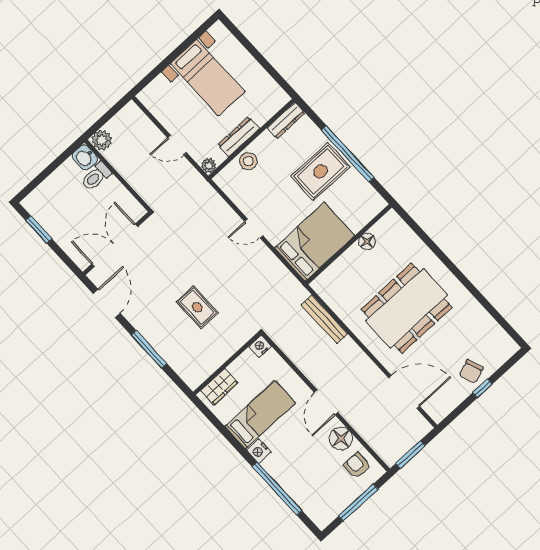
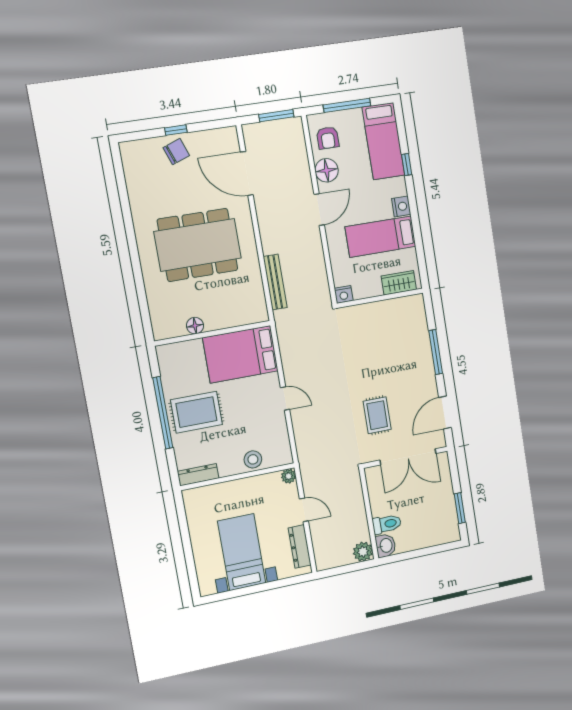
dresser: (239, 137) -> (300, 546), moved, turned 90
rug: (197, 307) -> (377, 415), moved
window: (277, 489) -> (407, 165), width x0.32
bed: (309, 494) -> (383, 141), added

